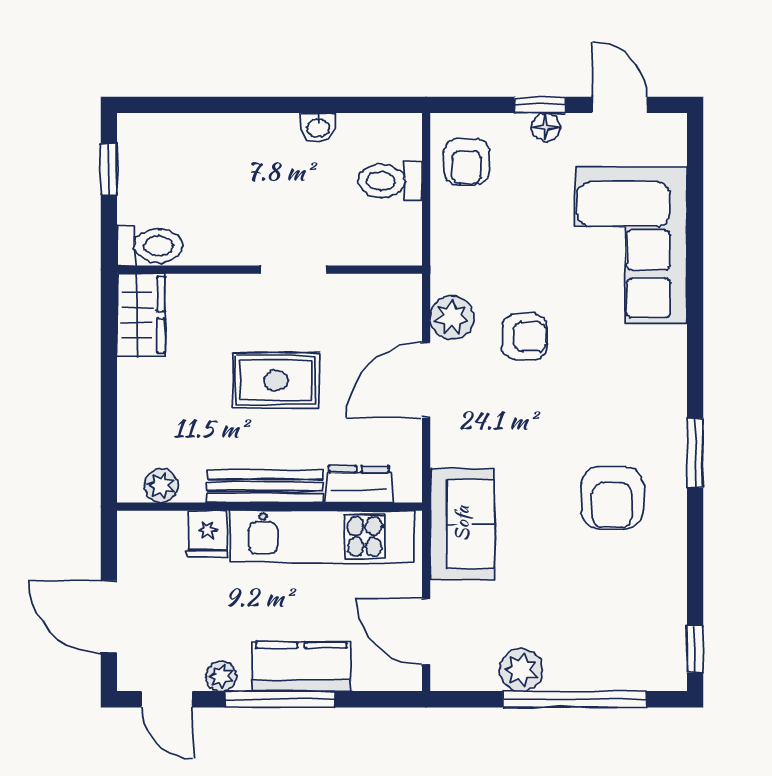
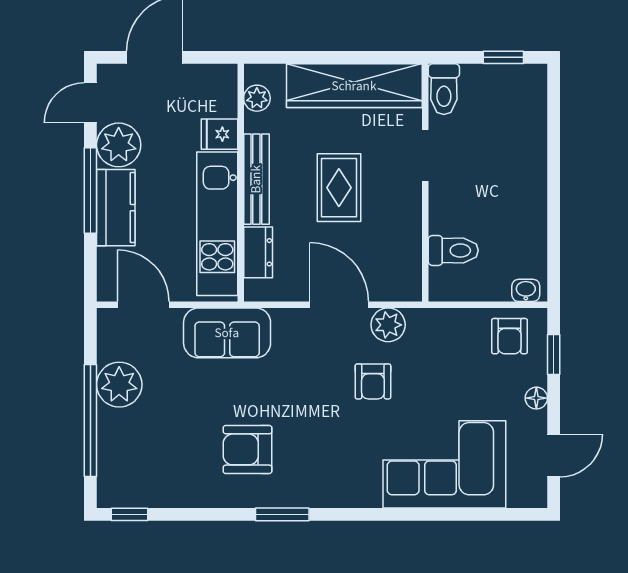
window: (540, 105) -> (554, 355), moved
washbasin: (318, 127) -> (526, 290), moved, turned 90
armchair: (466, 162) -> (509, 336), turned -90
toilet: (390, 181) -> (453, 250), moved, turned 90
doorway: (294, 270) -> (425, 155), moved
wardrobe: (141, 315) -> (354, 86), width x2.10, depth x1.17
door: (426, 631) -> (143, 305), hinge flipped
plant: (521, 670) -> (119, 385), width x1.36, depth x1.36
plant: (221, 676) -> (119, 145), width x1.88, depth x1.88

